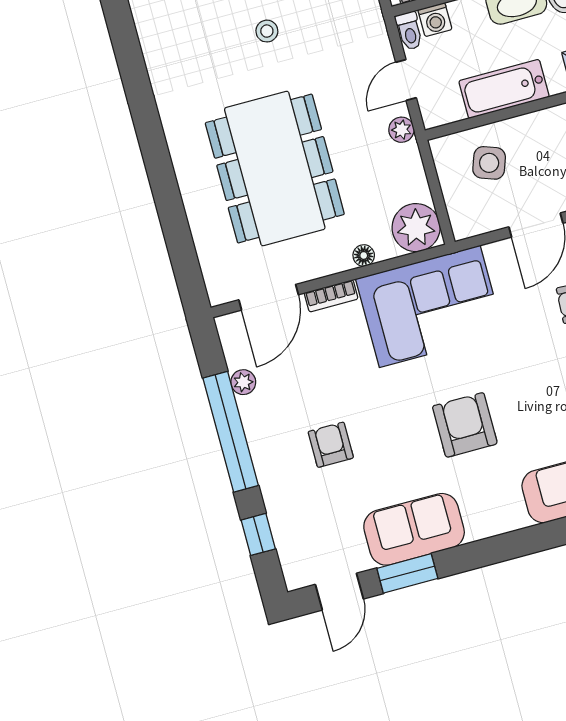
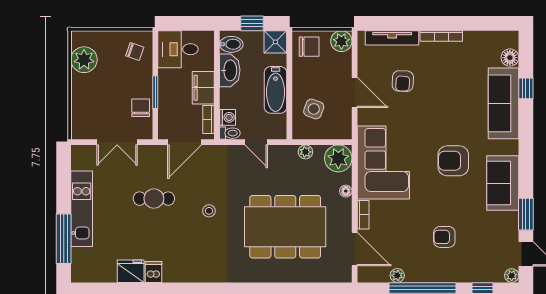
plant: (401, 130) -> (305, 152), moved
sofa: (414, 529) -> (503, 183), moved
plant: (296, 577) -> (512, 276), added

